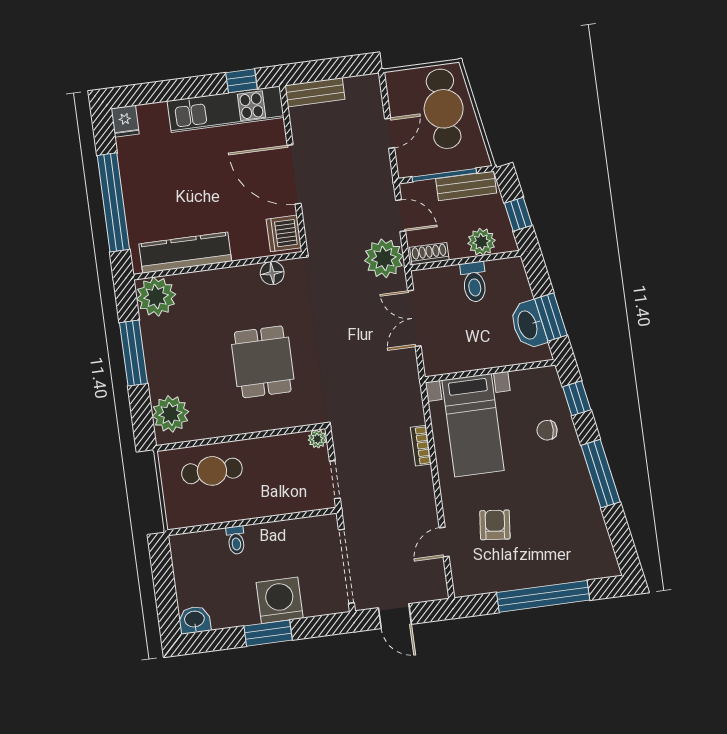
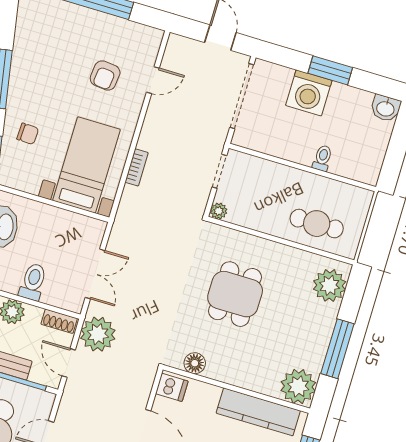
dishwasher: (284, 233) -> (172, 387), width x0.73

